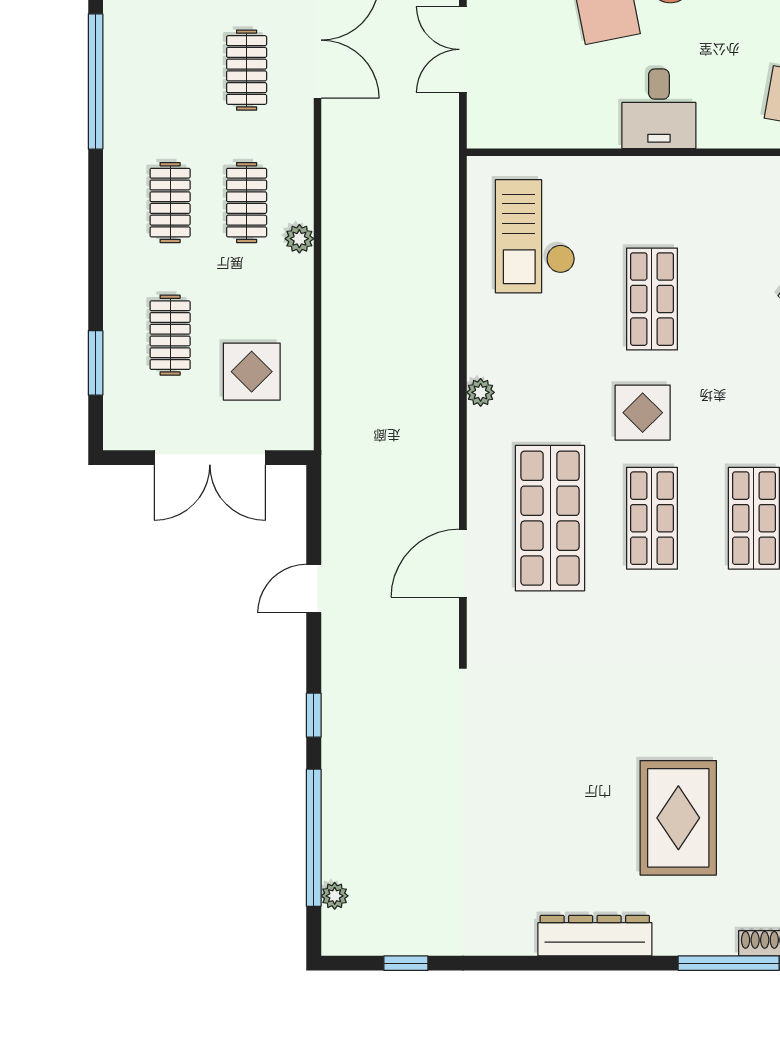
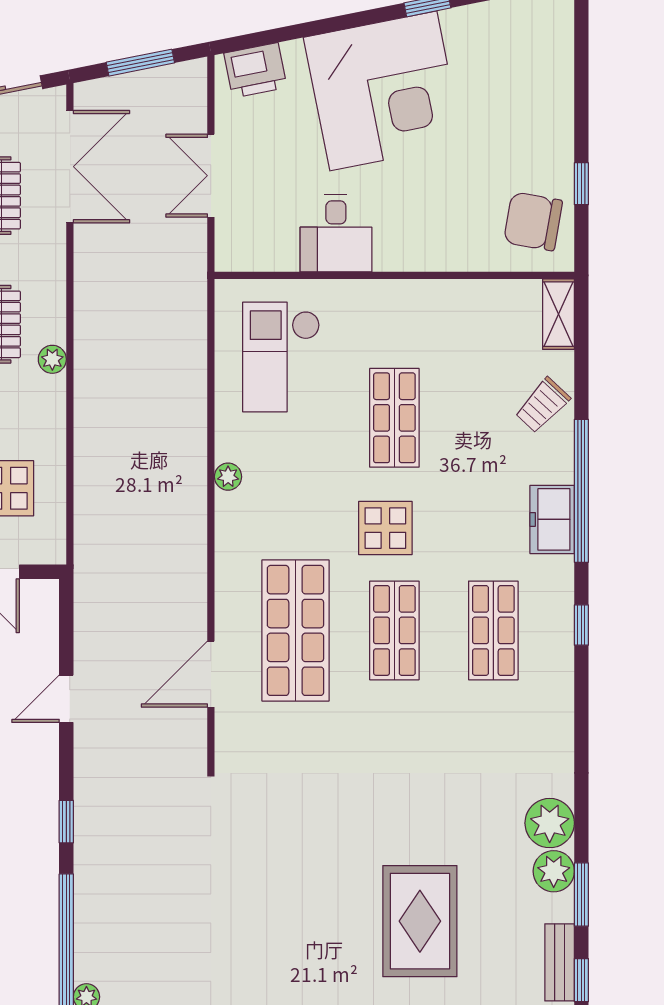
desk: (659, 109) -> (336, 233), moved
plant: (481, 392) -> (228, 477), moved

